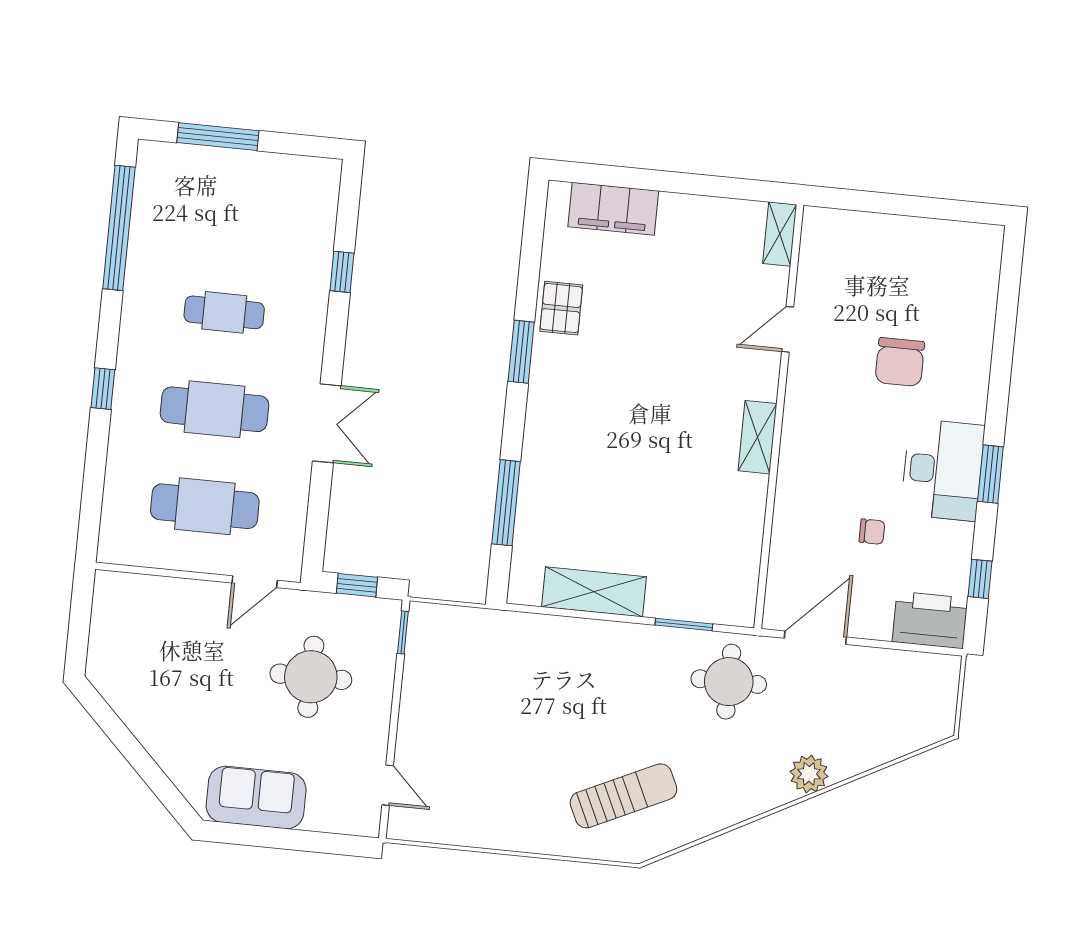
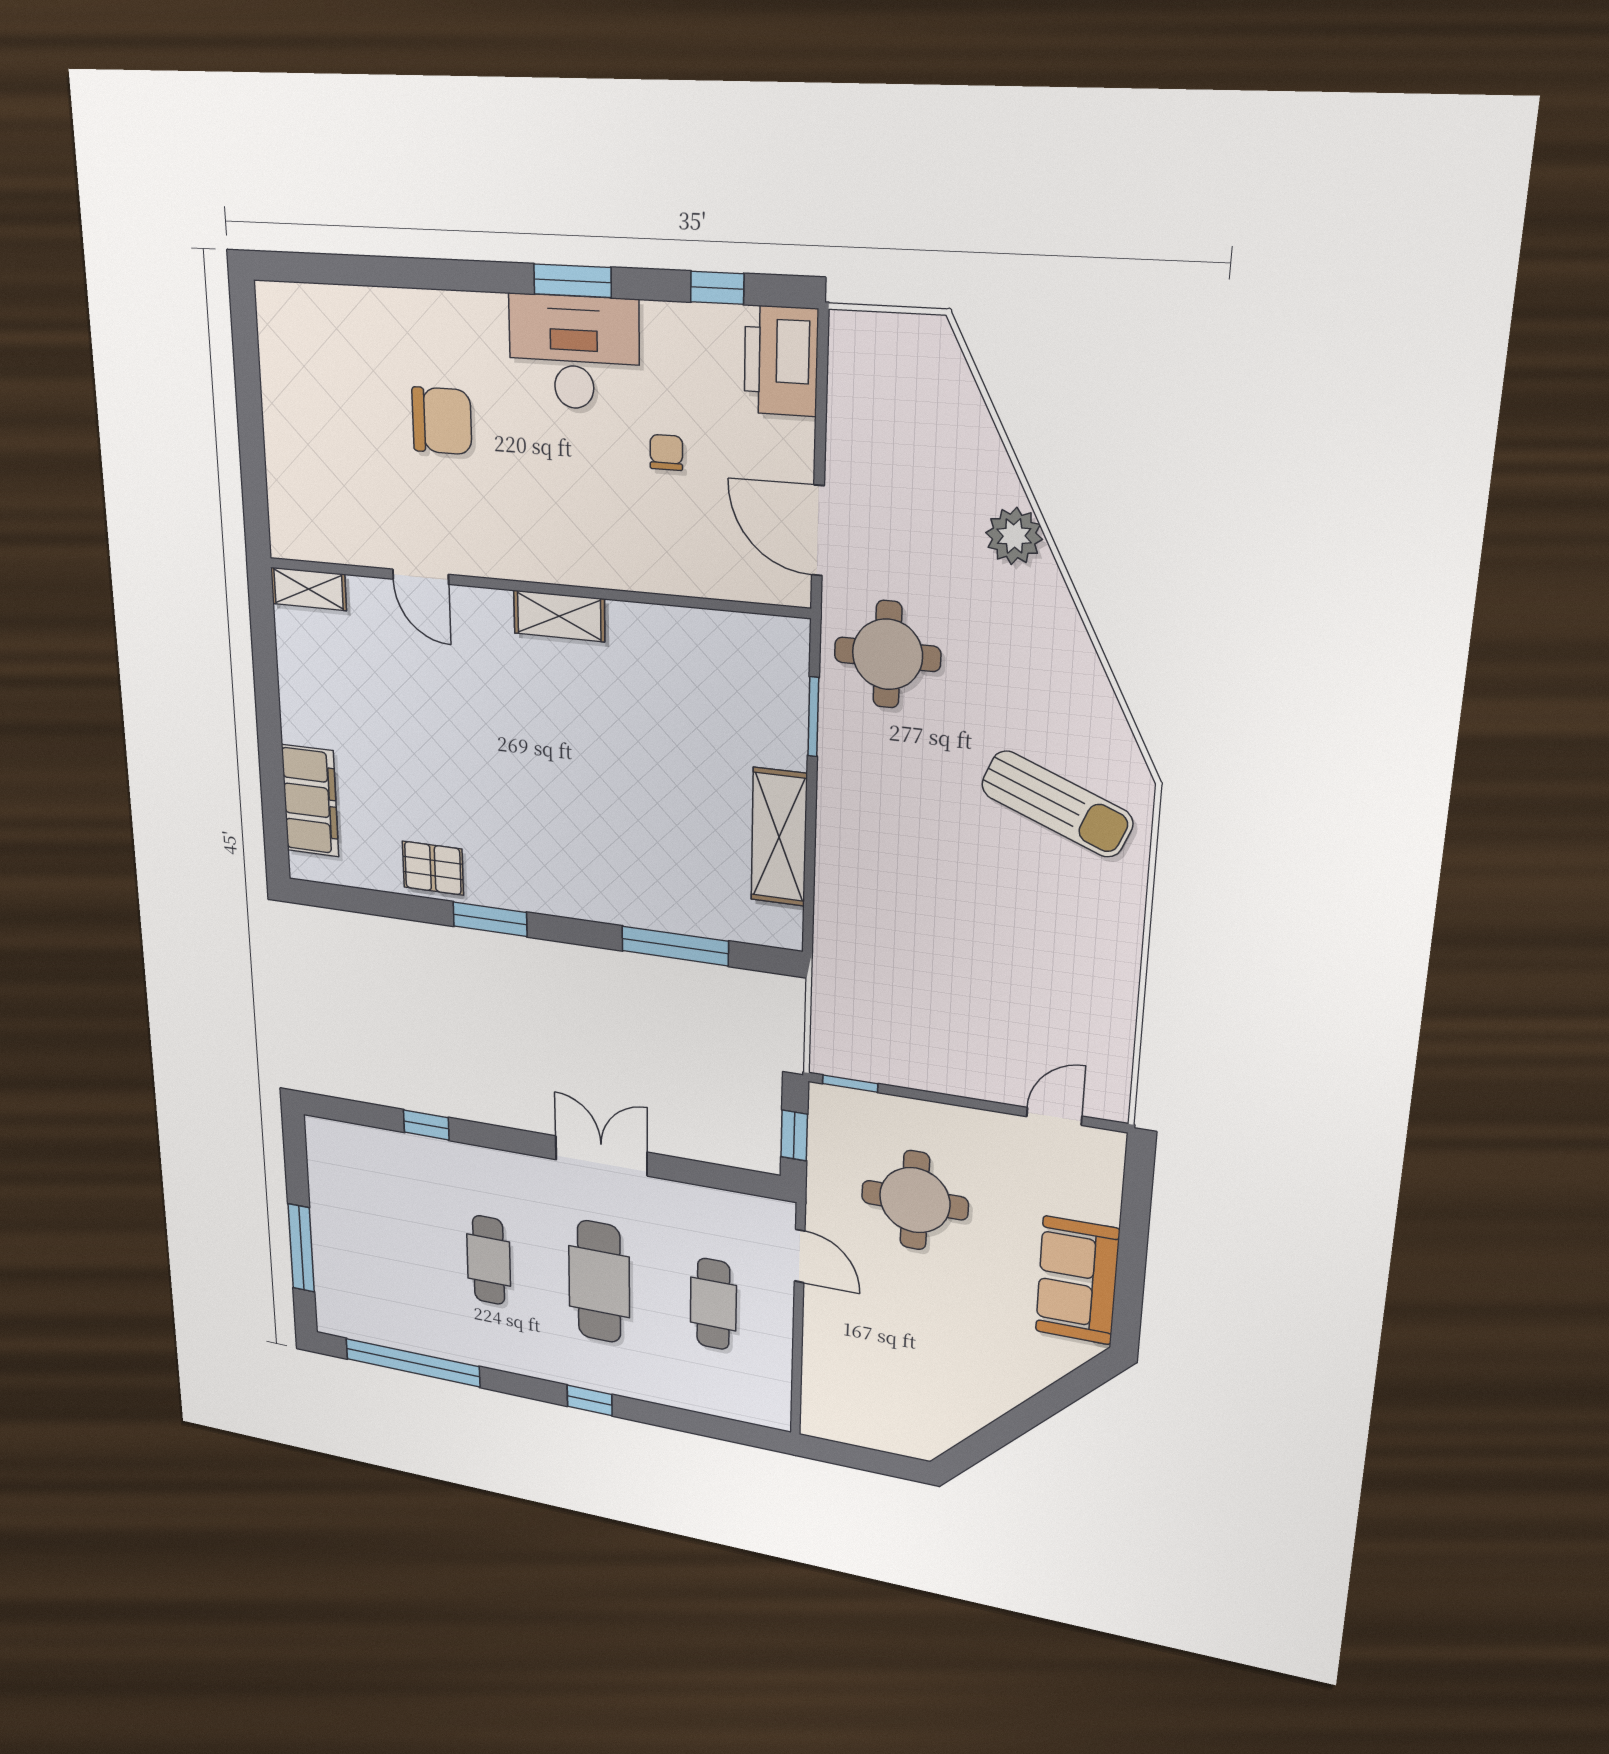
cafe table: (205, 506) -> (713, 1304), width x0.73, depth x0.74
sun lounger: (623, 796) -> (1057, 804), turned 137

